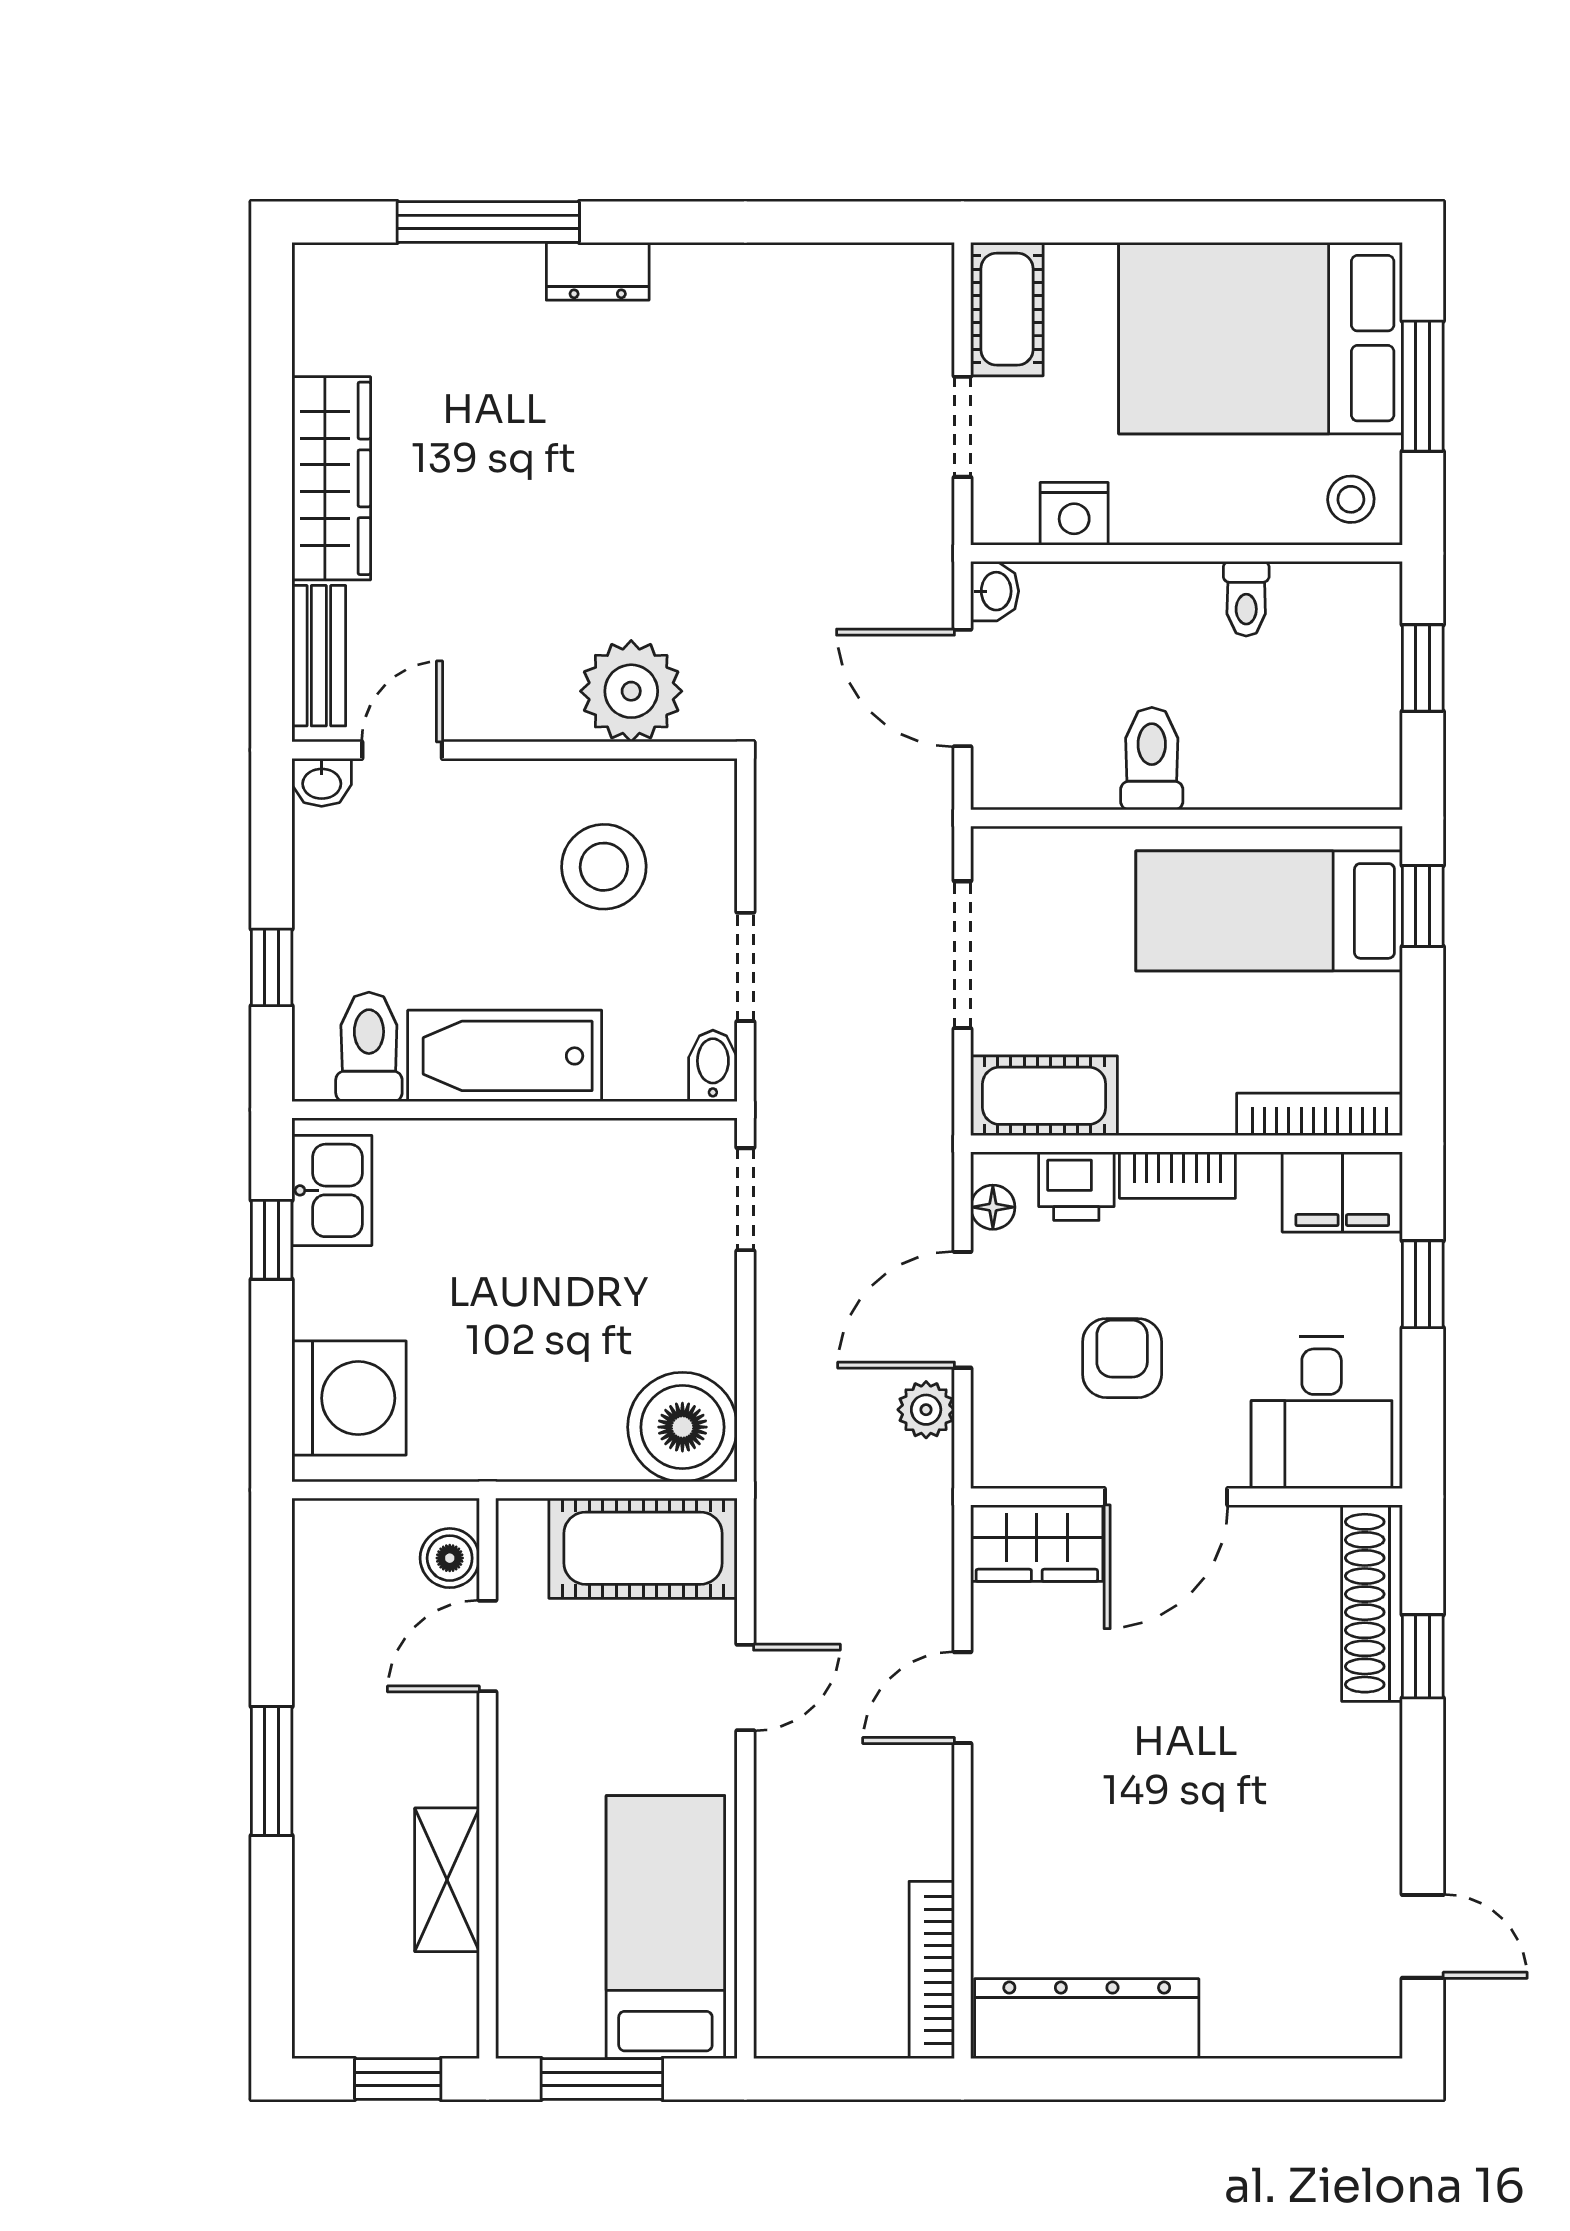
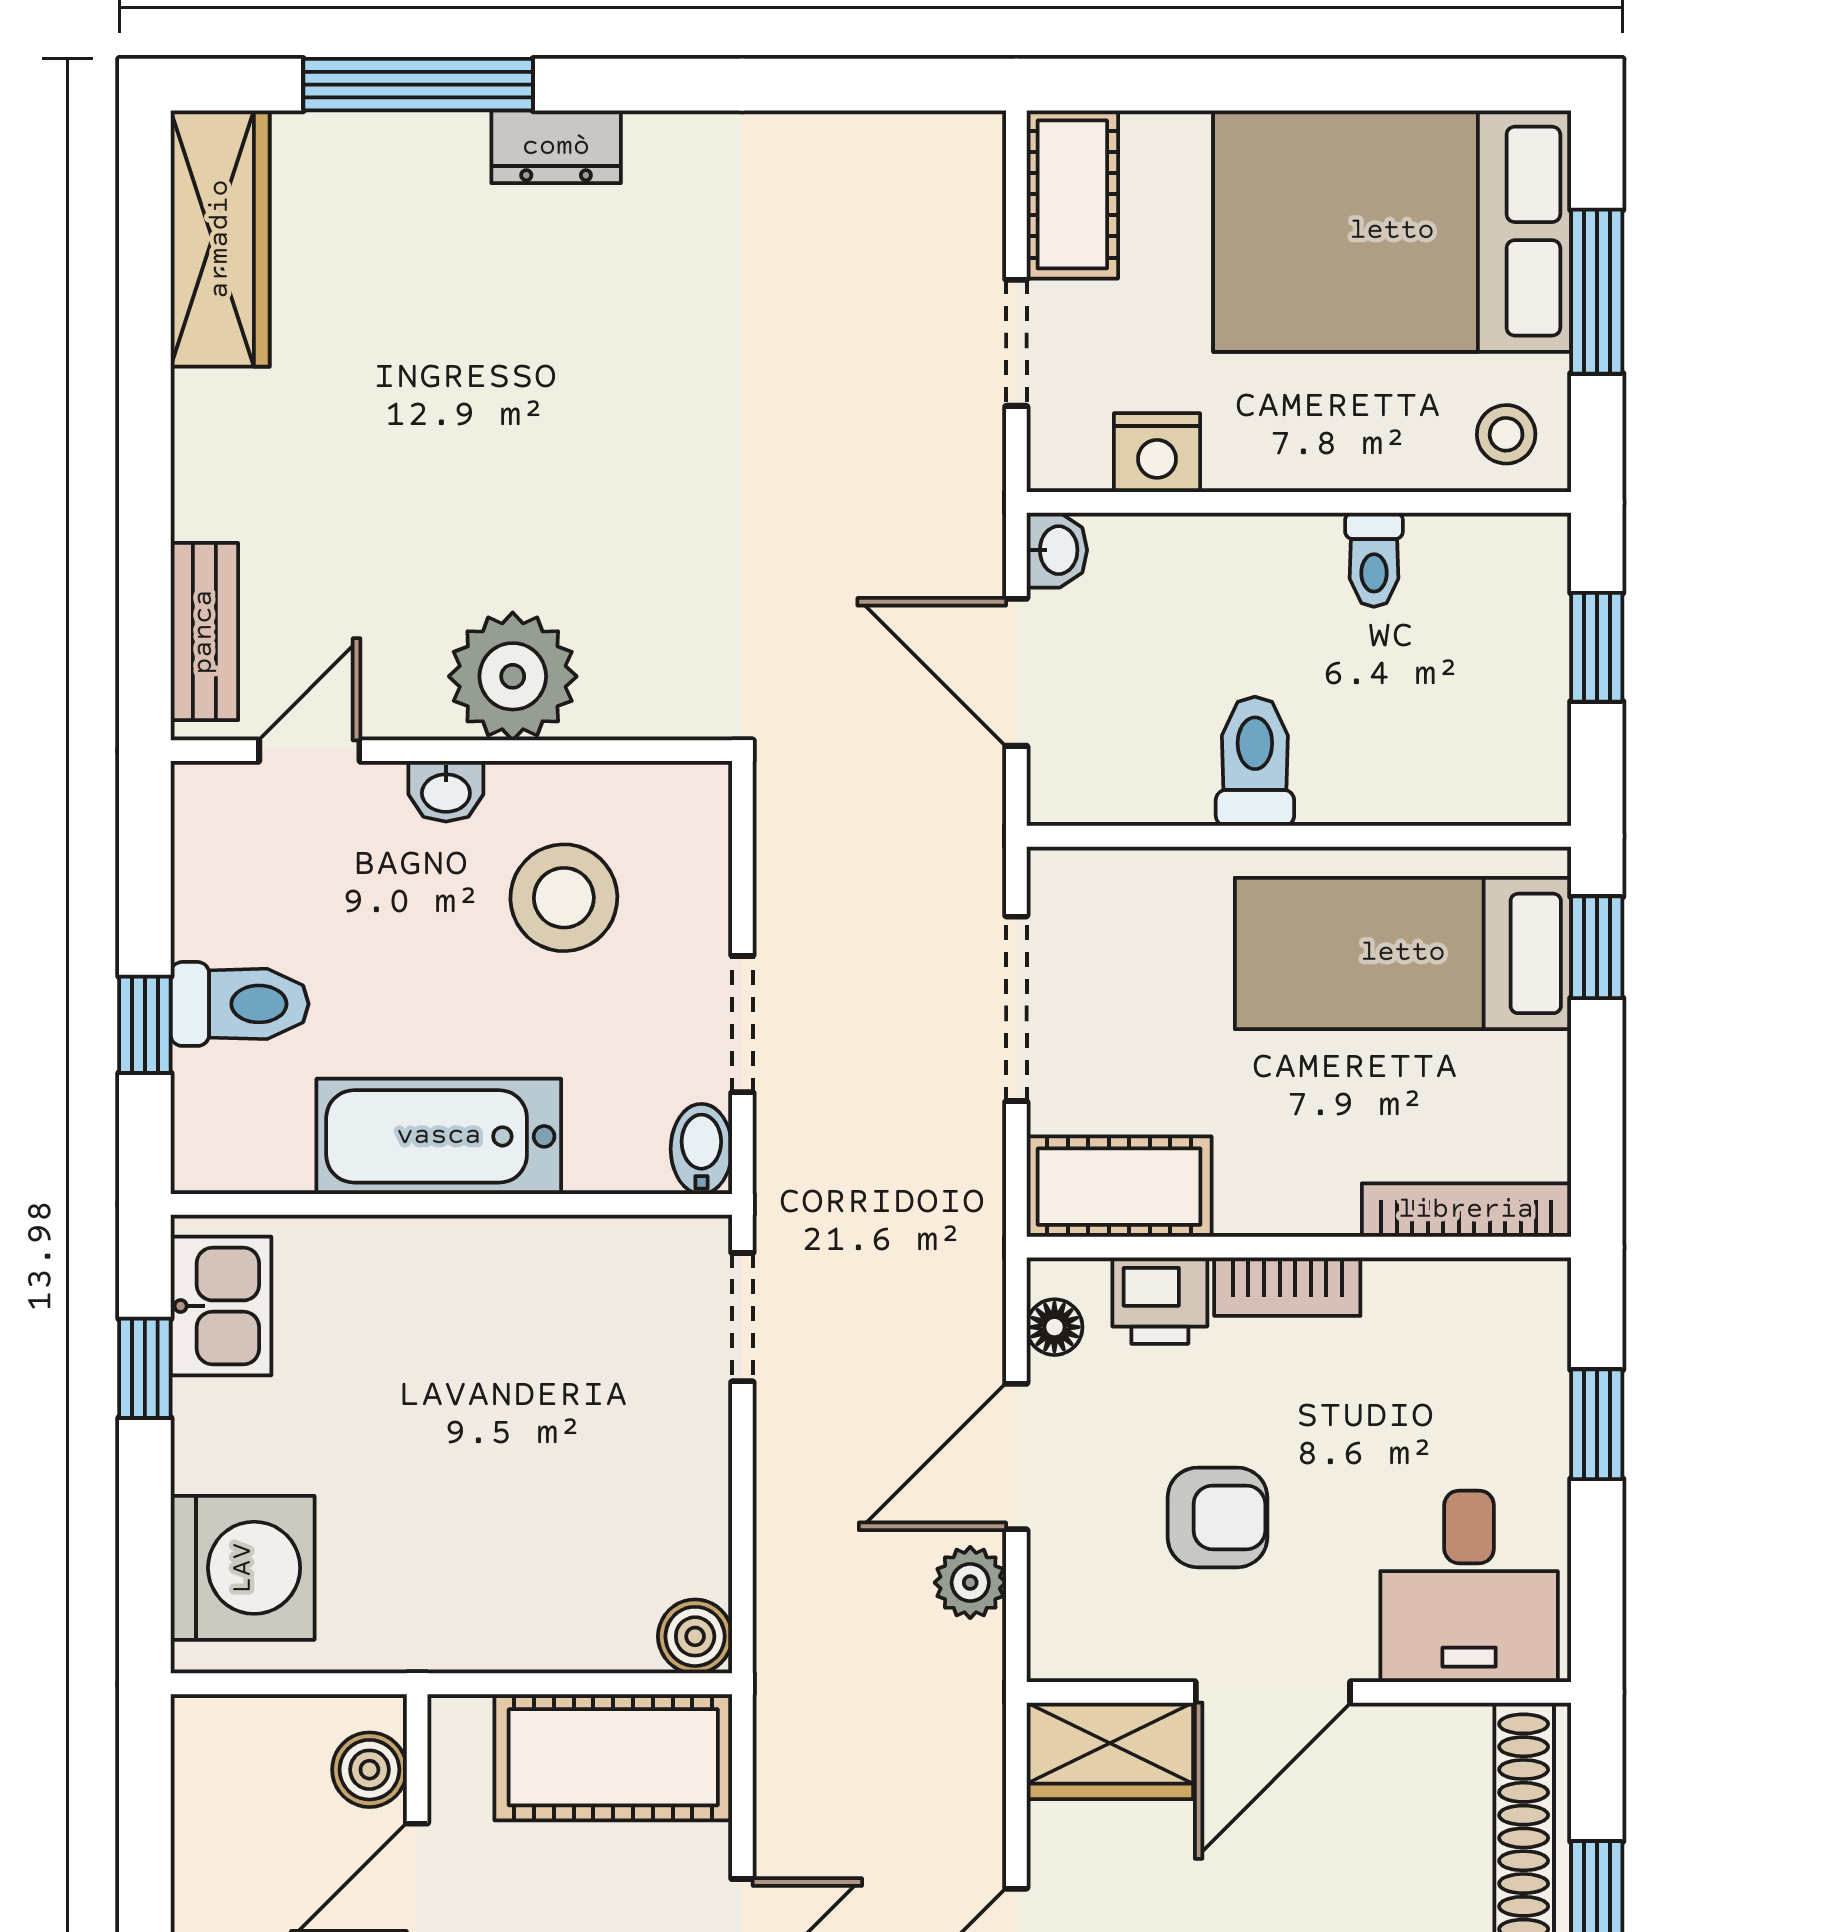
wardrobe: (331, 478) -> (220, 239), moved
plant: (631, 691) -> (513, 676), moved
washbasin: (322, 782) -> (446, 791), moved
toilet: (369, 1047) -> (240, 1004), moved, turned 90
filing cabinet: (1342, 1192) -> (1495, 1308), removed
armchair: (1122, 1358) -> (1217, 1517), turned 90
boiler: (682, 1427) -> (695, 1636), width x0.54, depth x0.54

